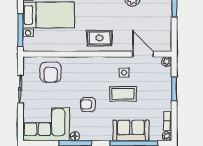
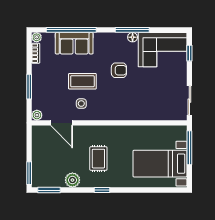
rug: (99, 38) -> (98, 159), moved, turned 90
armchair: (51, 72) -> (158, 104), removed
sliding door: (20, 89) -> (189, 101), moved
window: (20, 121) -> (189, 53), added

